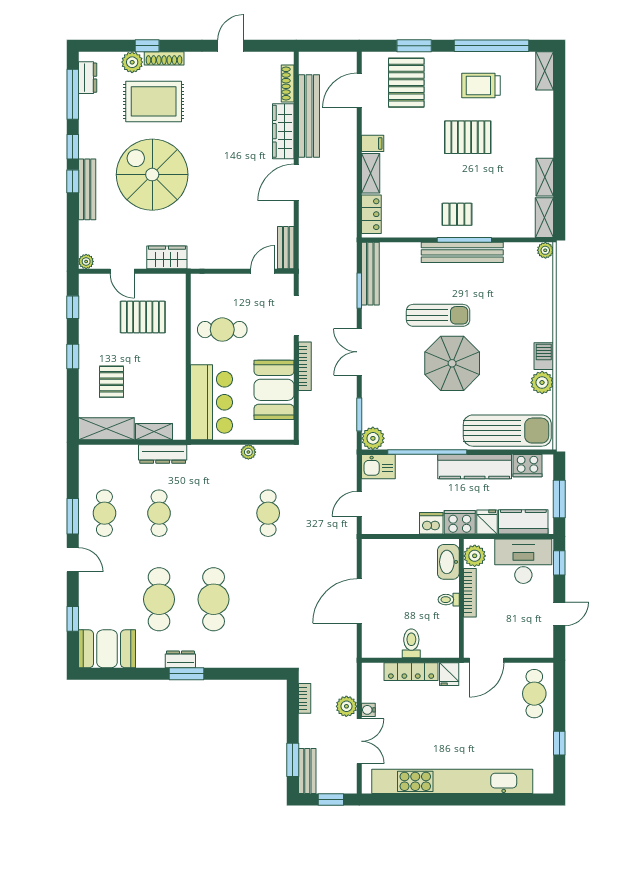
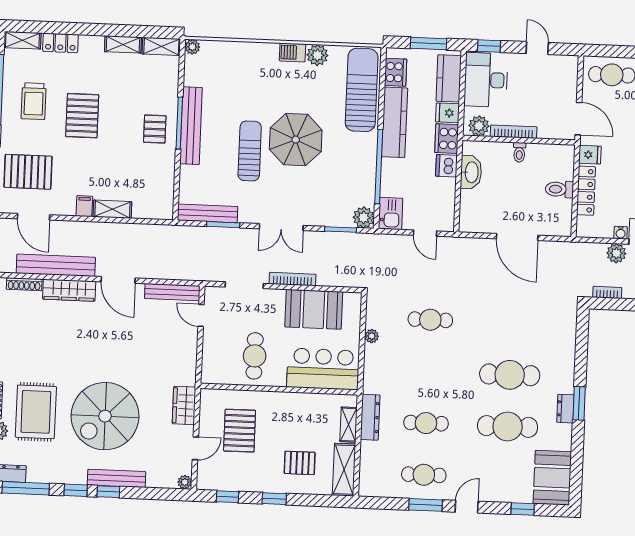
locker: (371, 214) -> (60, 43), moved, turned 180
bench: (286, 248) -> (172, 292), width x1.36
washbasin: (448, 562) -> (471, 172), moved, turned -90

